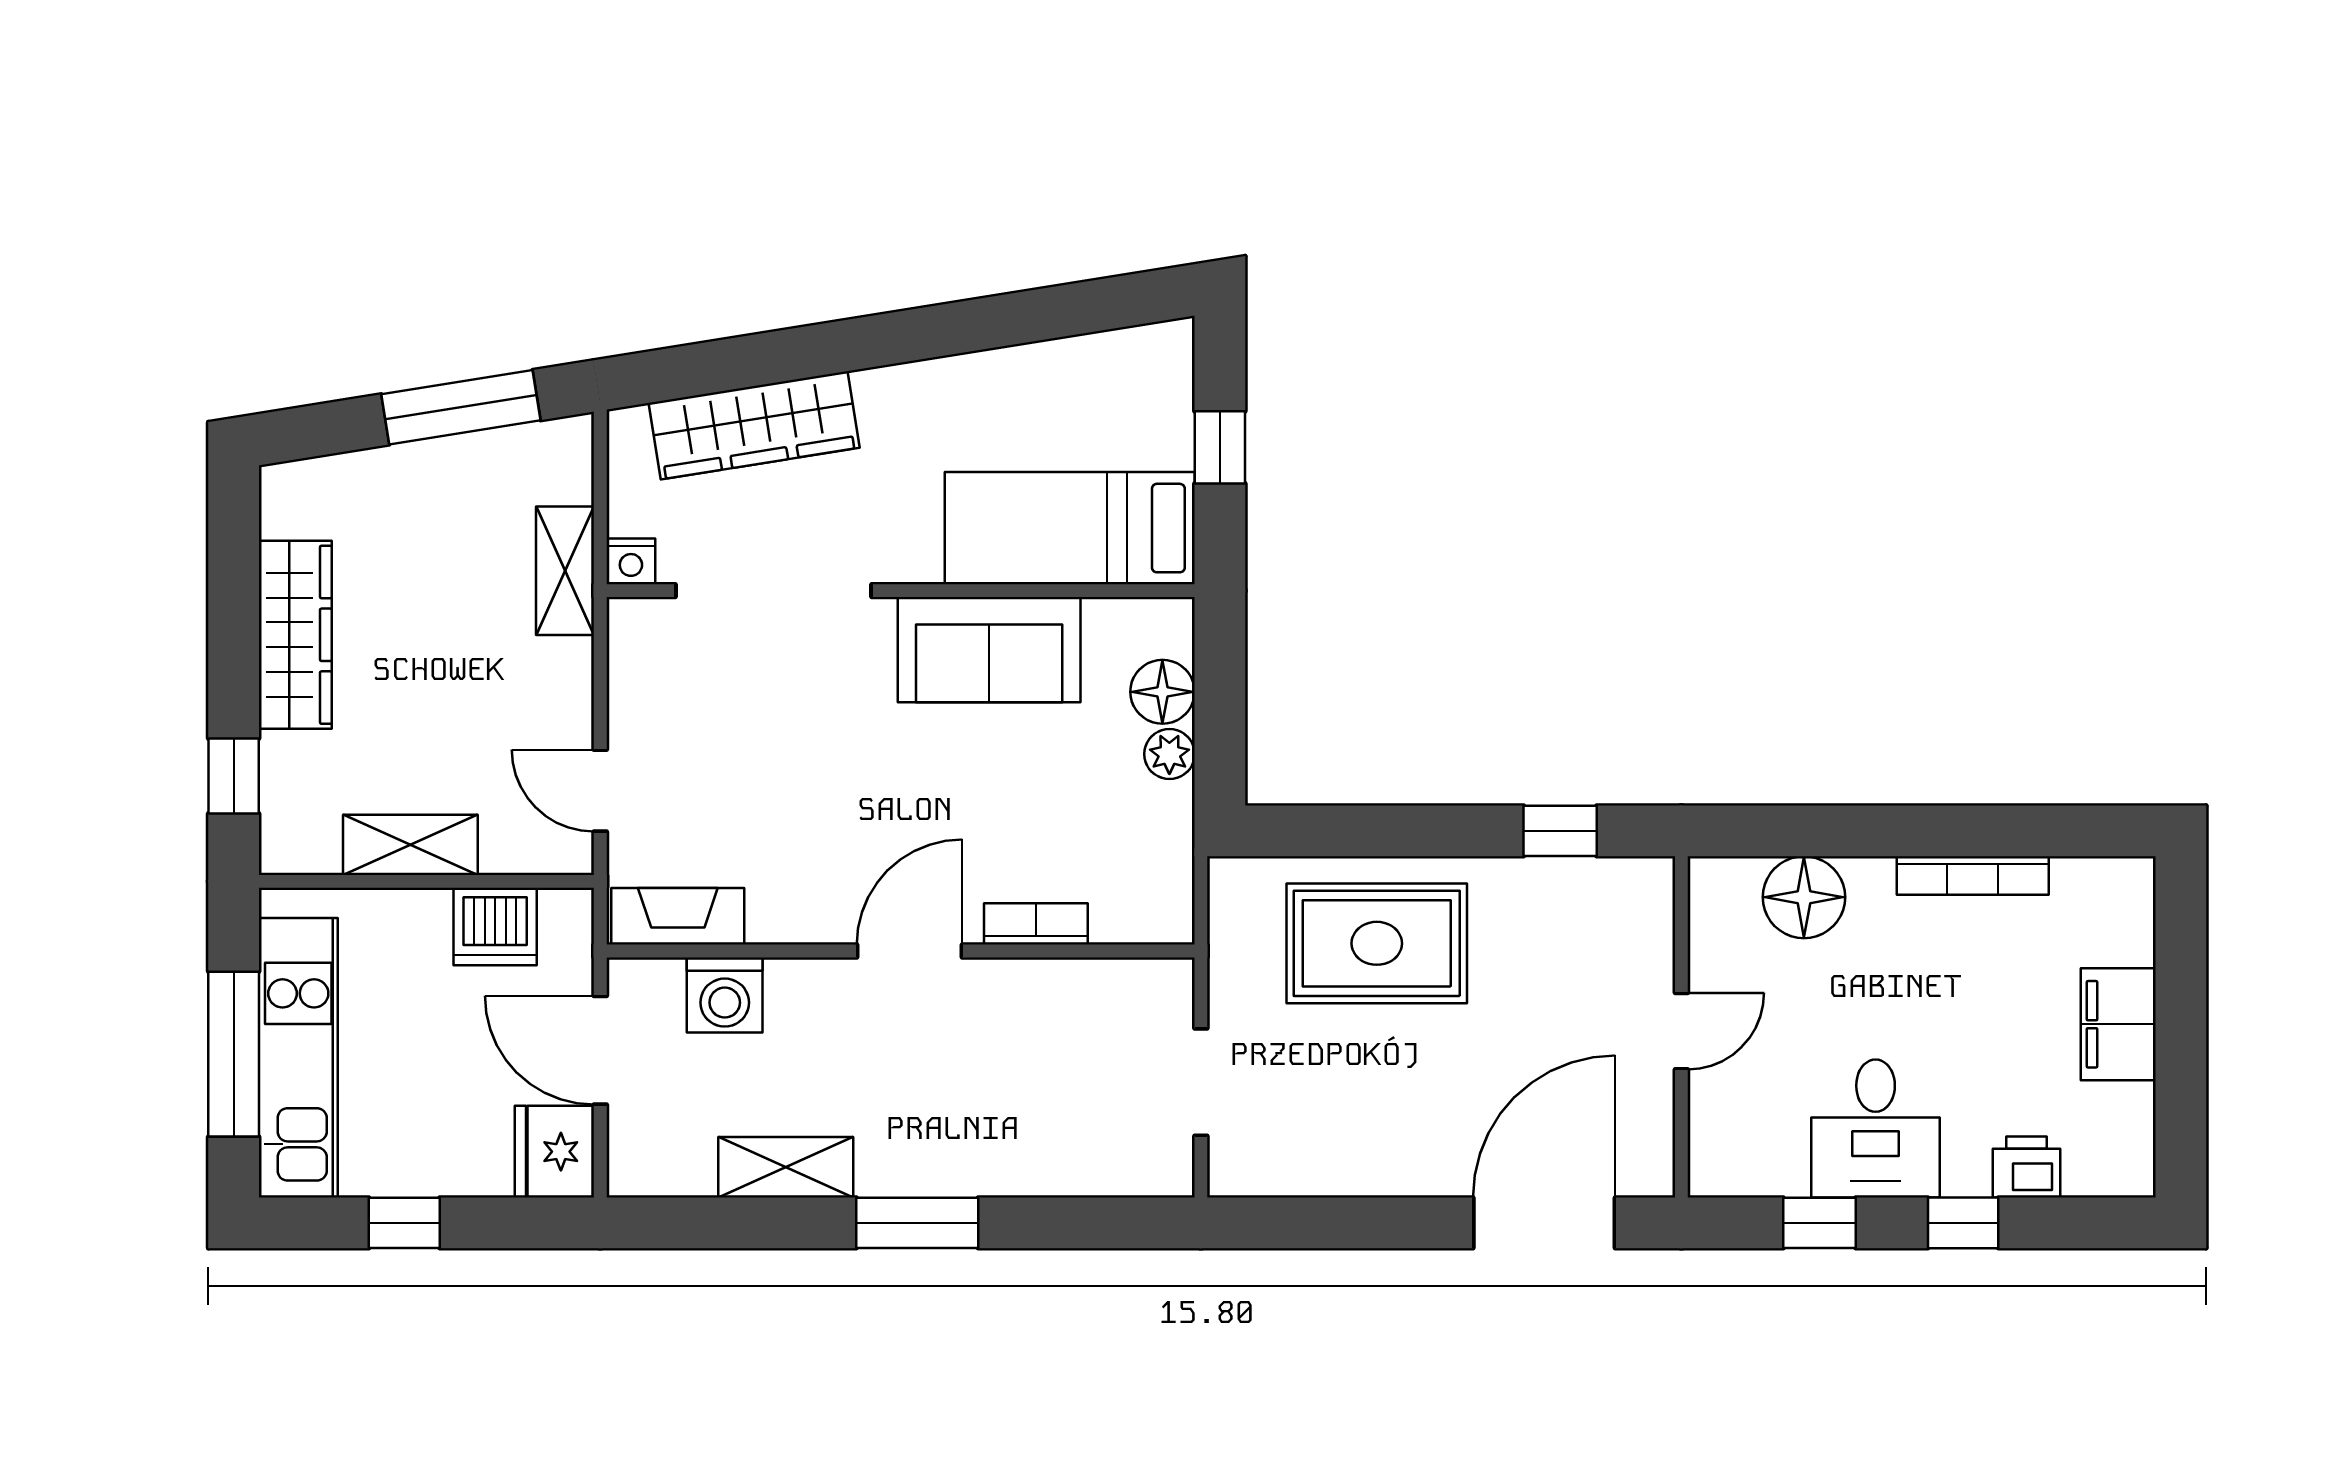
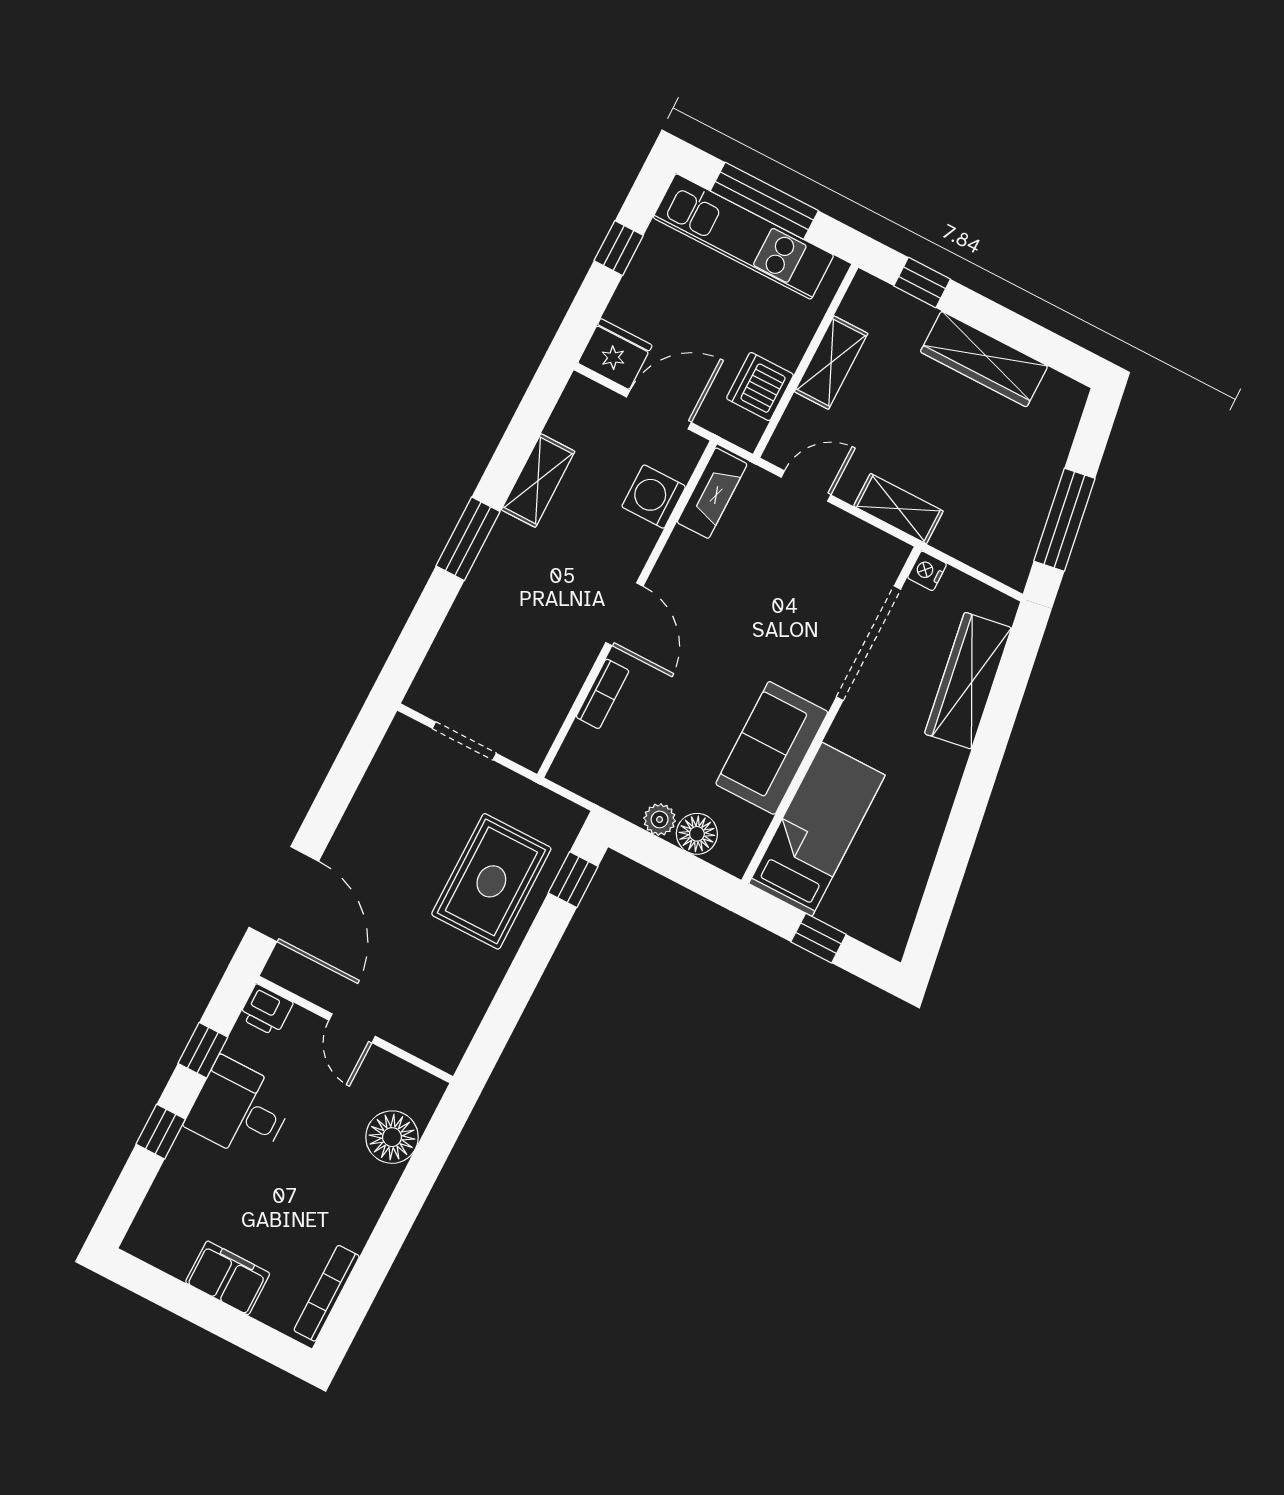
shelving: (565, 571) -> (898, 509), moved
window: (1560, 831) -> (573, 880), moved
bookcase: (1973, 876) -> (327, 1293), moved
printer: (2026, 1167) -> (266, 1010), moved, turned 90

